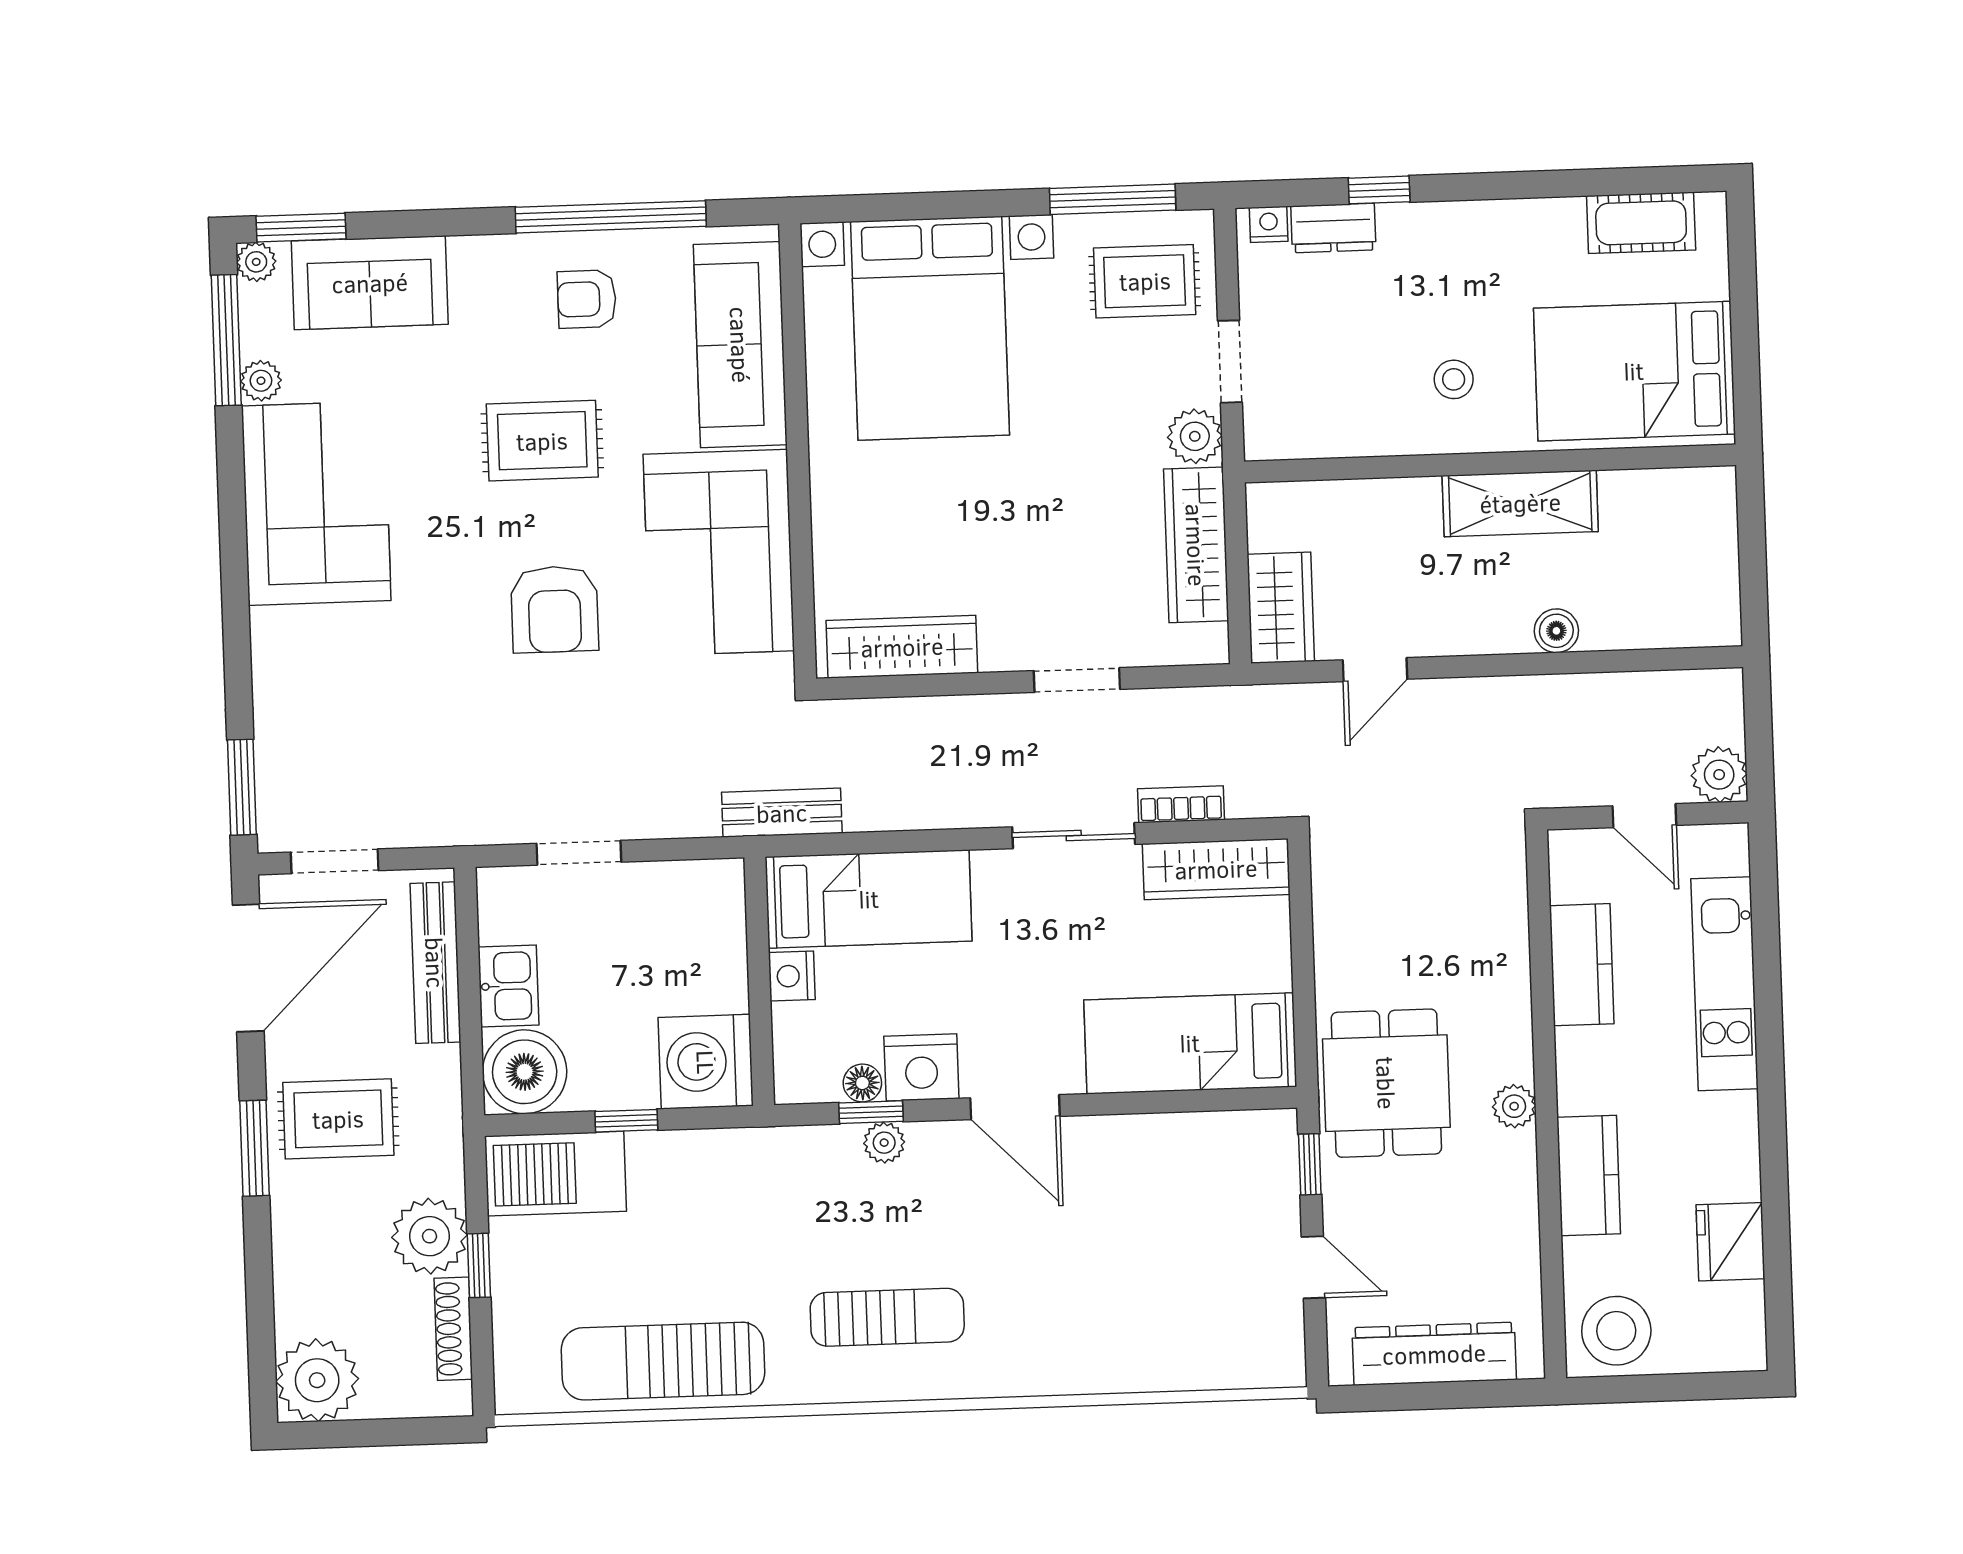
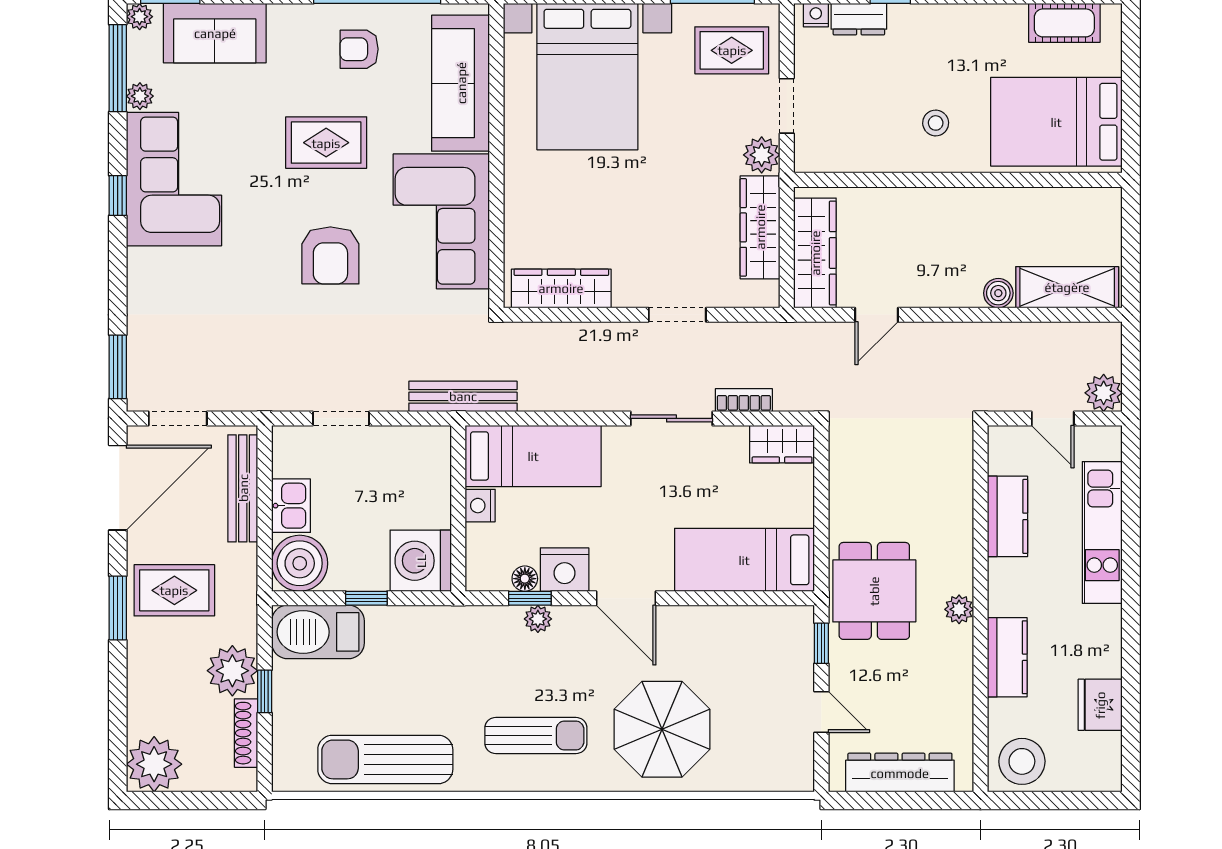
shelving: (1520, 503) -> (1067, 287), moved
window: (233, 531) -> (118, 196), added
wardrobe: (1281, 608) -> (815, 253), width x1.50
bench: (782, 813) -> (463, 396), width x1.36
wardrobe: (1216, 869) -> (782, 444), width x0.67
parasol: (1076, 1301) -> (662, 729), added

